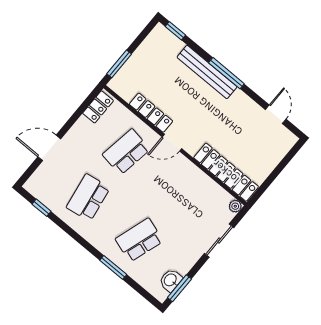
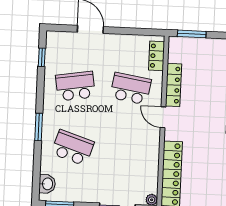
locker: (98, 107) -> (157, 56), moved, turned 90
window: (113, 267) -> (39, 127), moved
washbasin: (171, 280) -> (47, 184), moved, turned 90

